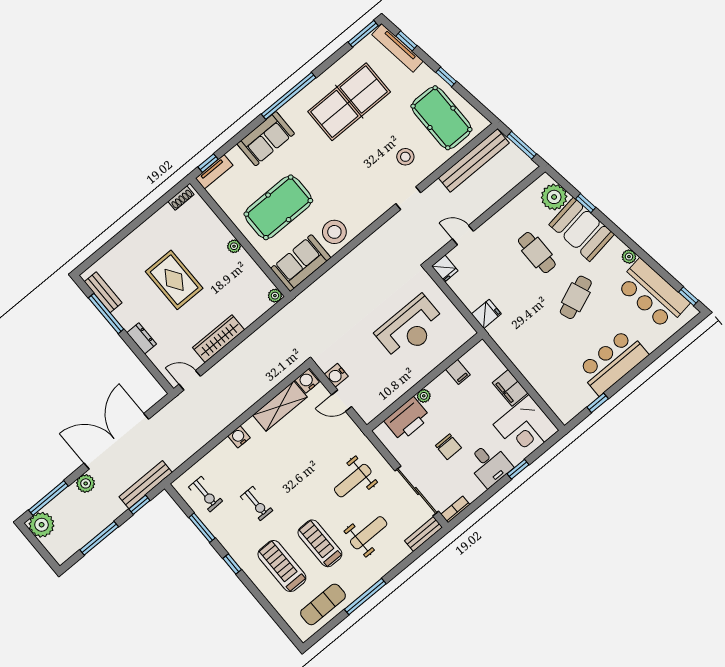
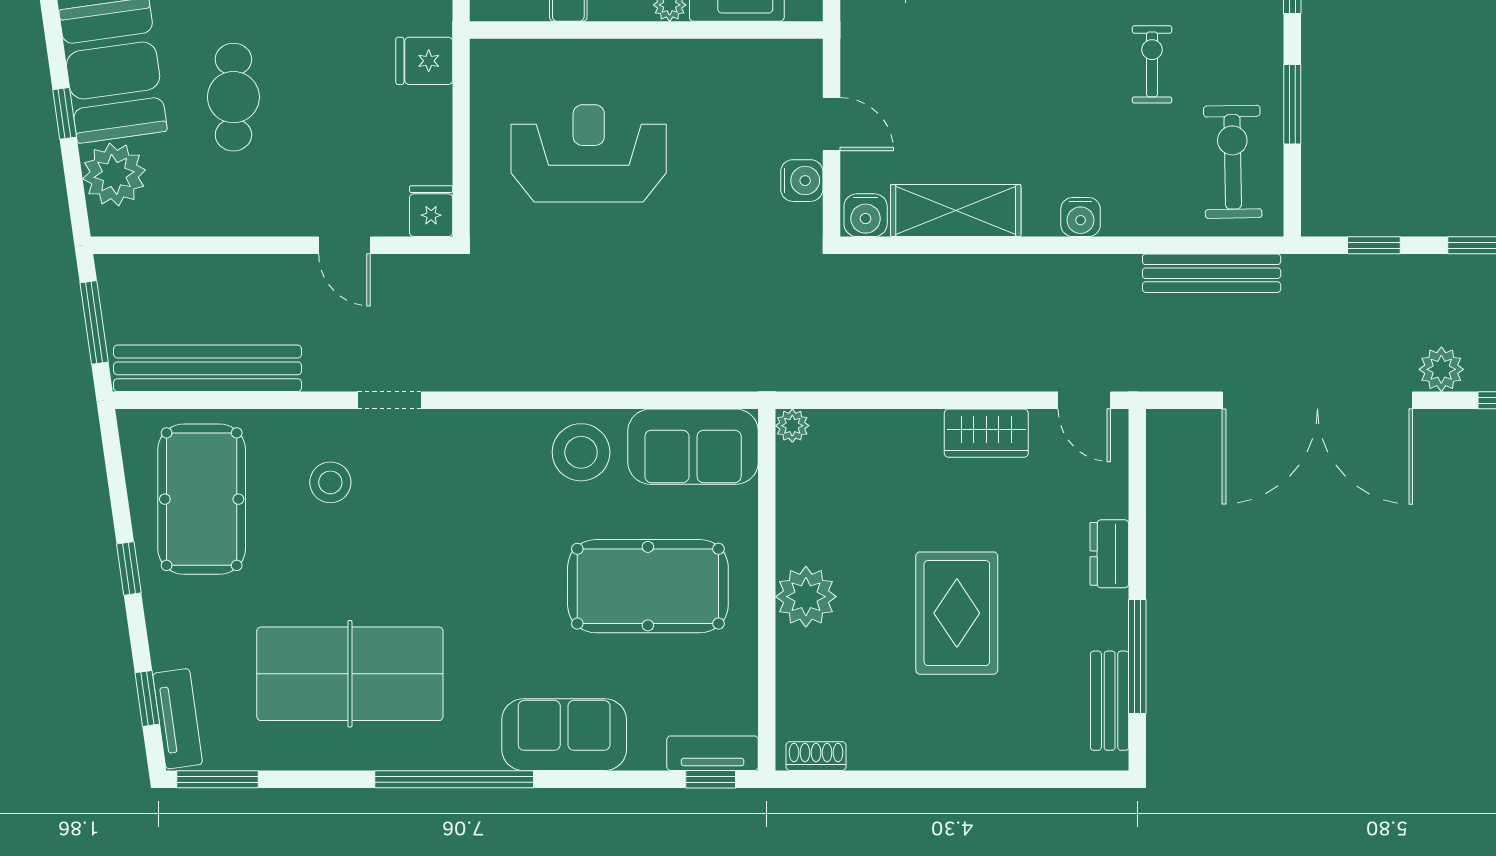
tv unit: (398, 48) -> (178, 719), width x0.71
plant: (234, 246) -> (806, 597), width x1.88, depth x1.88
wardrobe: (219, 339) -> (986, 433), width x0.67
bench: (146, 485) -> (1212, 273), moved
exercise bike: (206, 494) -> (1233, 162), width x1.38, depth x1.39

